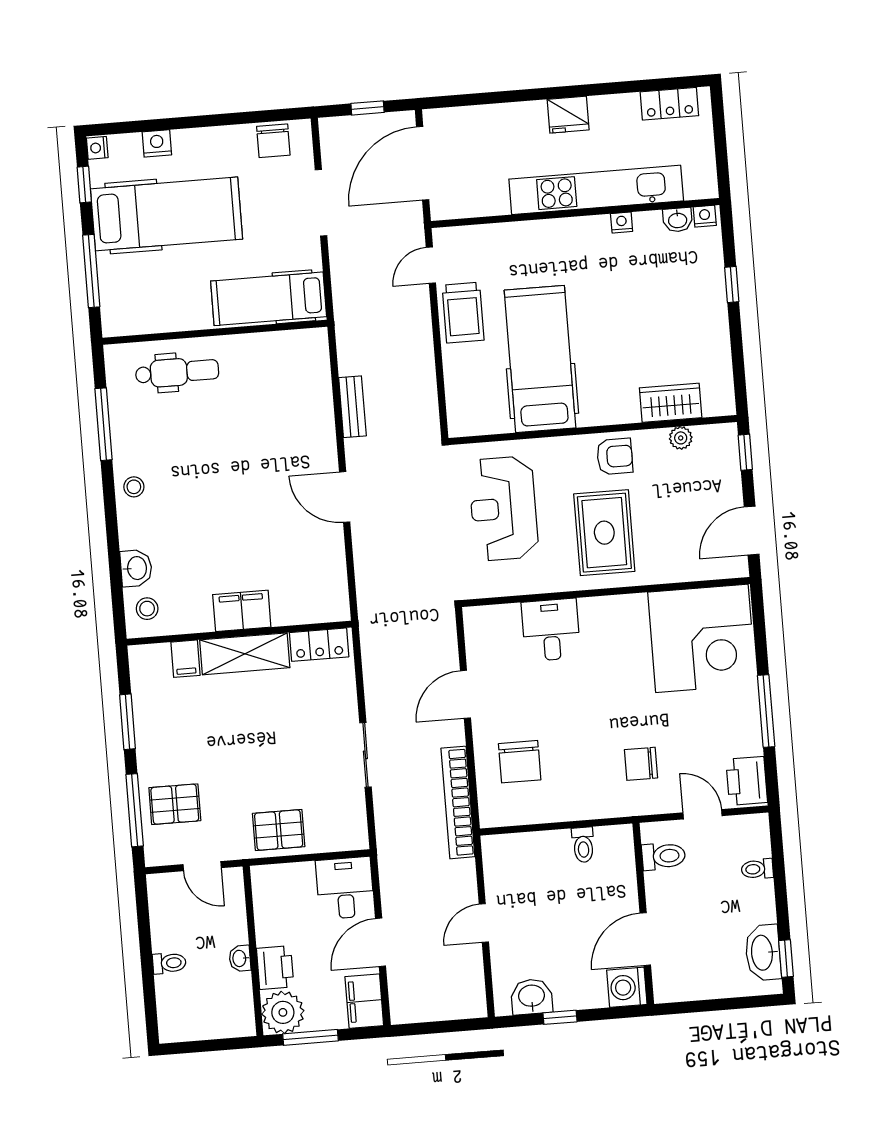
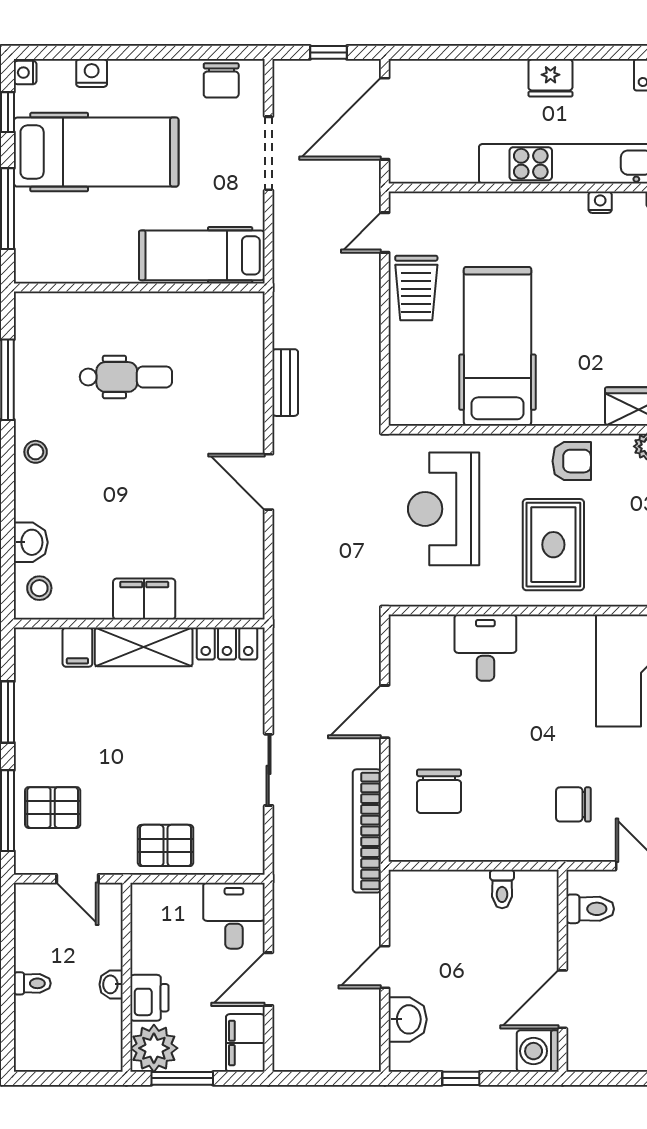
dental chair: (177, 372) -> (126, 377), moved
washbasin: (532, 997) -> (408, 1019), moved, turned 90

